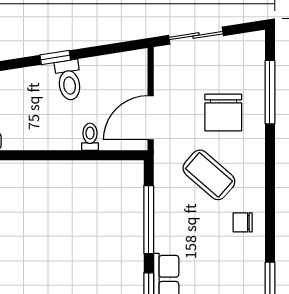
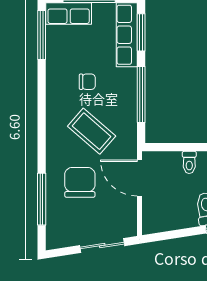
door: (151, 118) -> (139, 178), swing flipped
chair: (243, 222) -> (87, 82), moved

